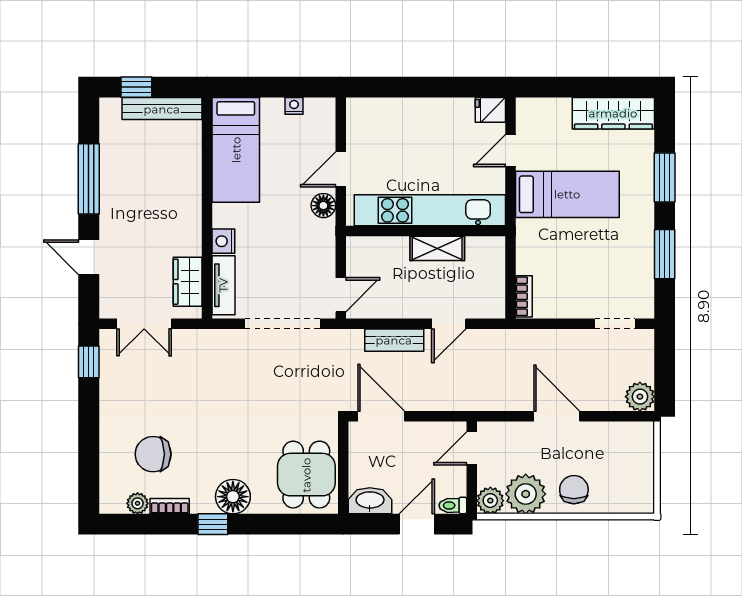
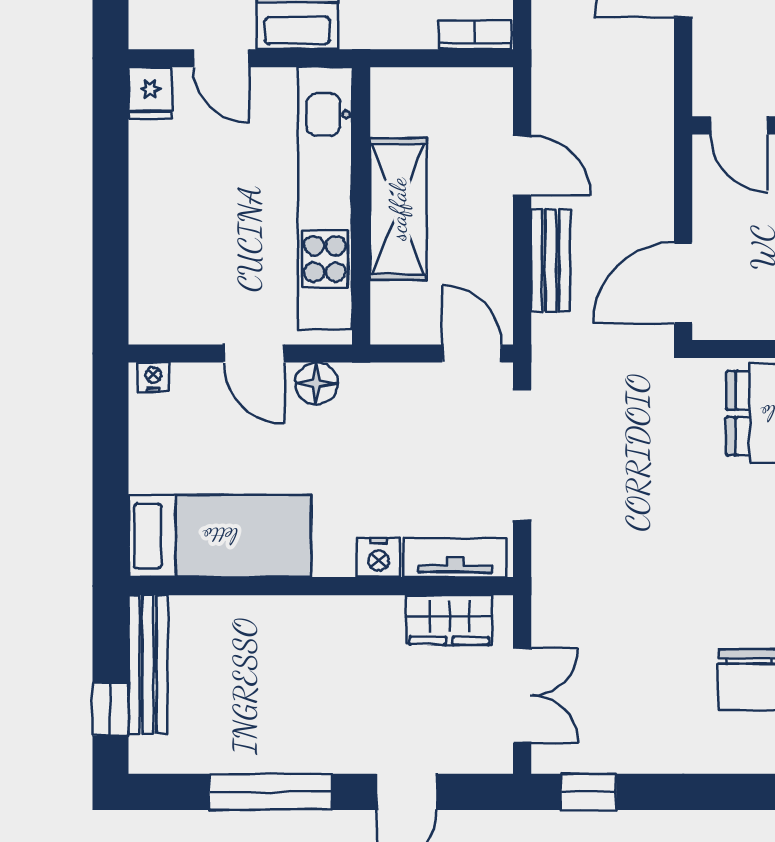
nightstand: (294, 106) -> (153, 377), moved, turned 90
shelving: (437, 248) -> (398, 209), width x1.50, depth x1.33

